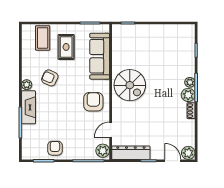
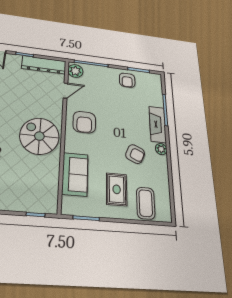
sofa: (100, 56) -> (75, 174), width x0.73

